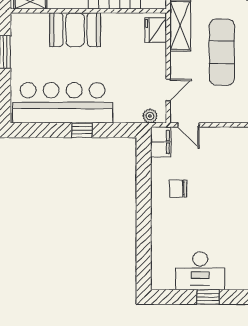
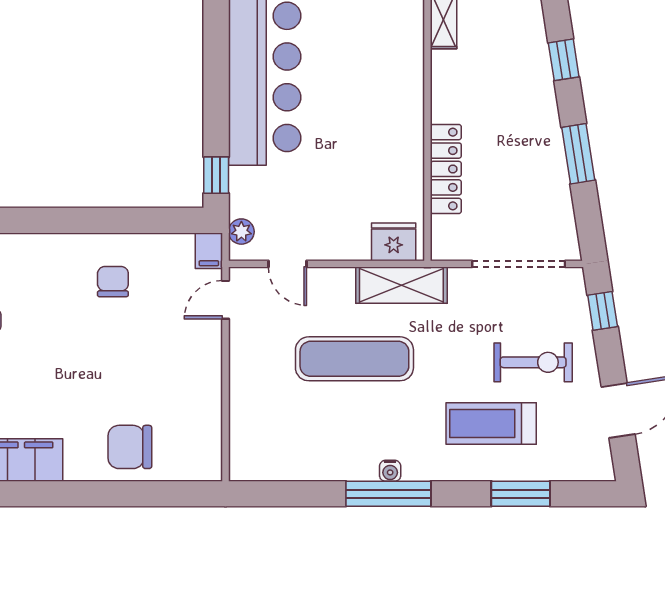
booth: (75, 30) -> (394, 99), removed
window: (82, 130) -> (216, 175), moved
filing cabinet: (161, 142) -> (209, 251), width x0.50

